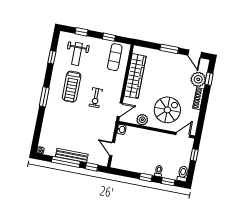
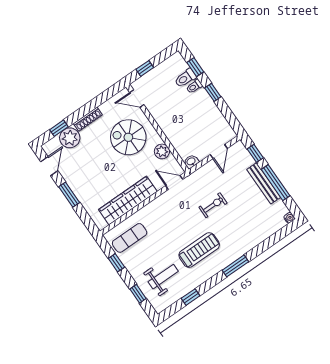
exercise bike: (96, 98) -> (213, 205), moved
toilet: (183, 174) -> (185, 78), moved

